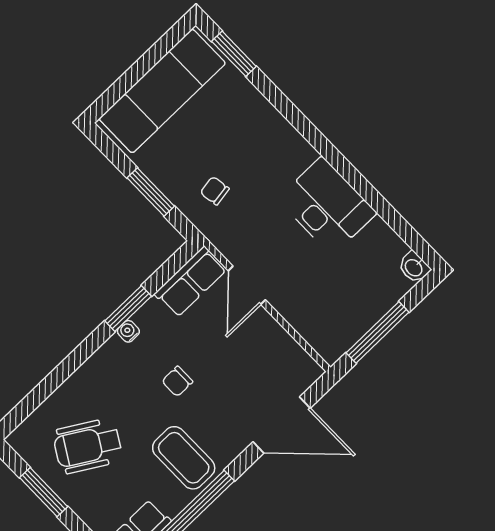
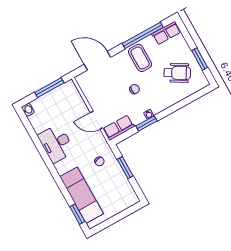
exam couch: (162, 91) -> (82, 195), moved, turned 90
door: (247, 285) -> (97, 120), swing flipped

